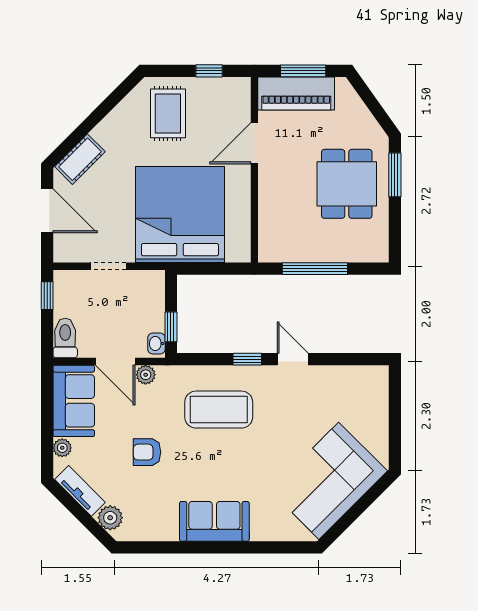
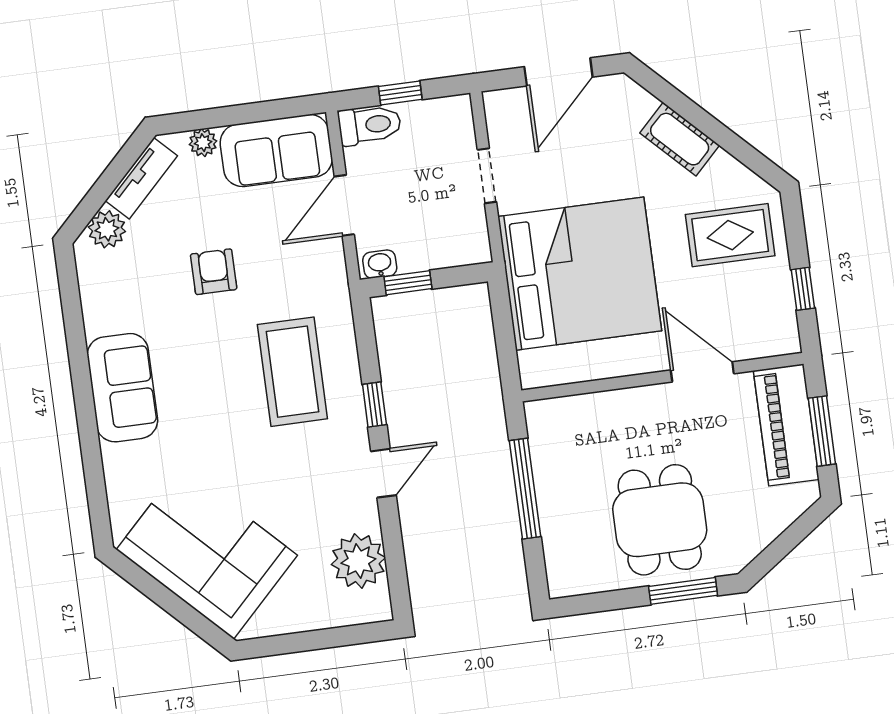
cot: (80, 159) -> (680, 139), moved
dining table: (347, 184) -> (660, 520), turned 90
window: (47, 296) -> (400, 93), moved
plant: (146, 375) -> (358, 561), moved, width x1.88, depth x1.88

